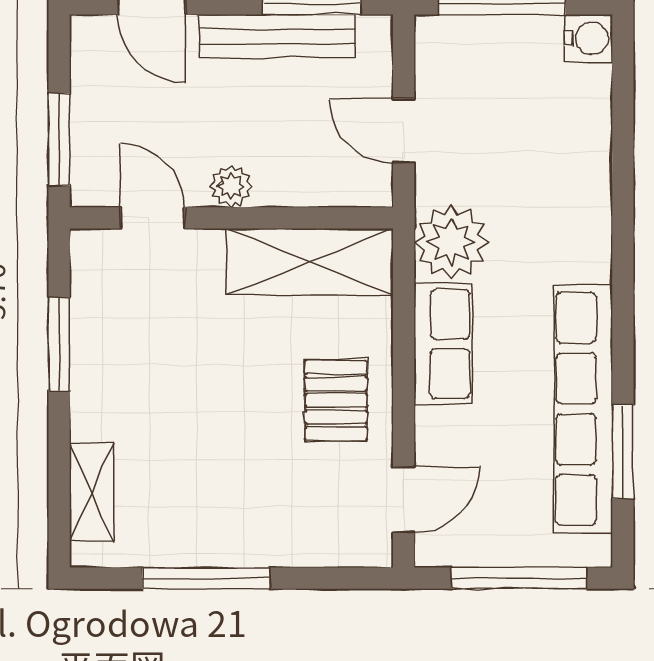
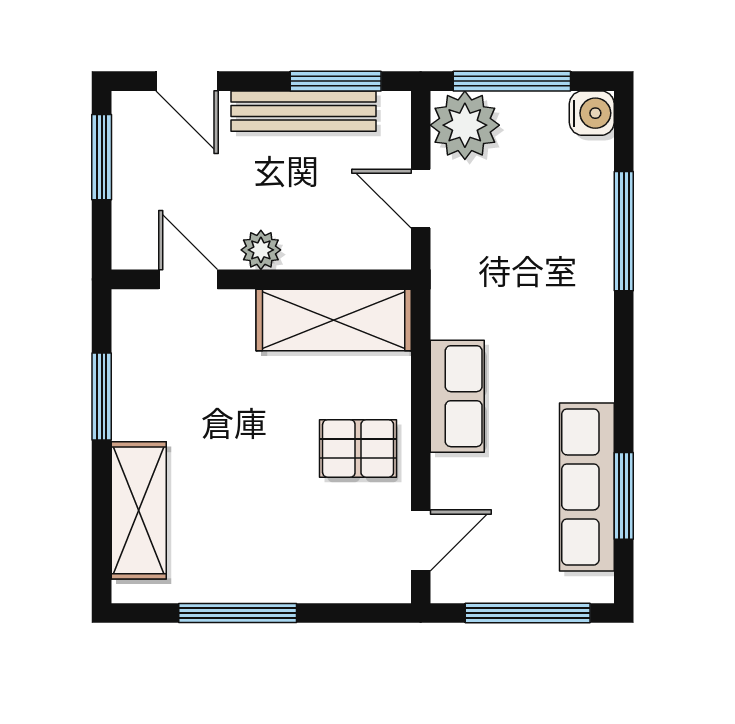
window: (59, 140) -> (102, 157), moved
window: (623, 166) -> (624, 231), added
plant: (451, 242) -> (465, 125), moved
pallet: (336, 400) -> (358, 448), turned 90
row of seats: (583, 409) -> (587, 487), width x0.73
shelving: (92, 492) -> (139, 510), width x1.50, depth x1.33

